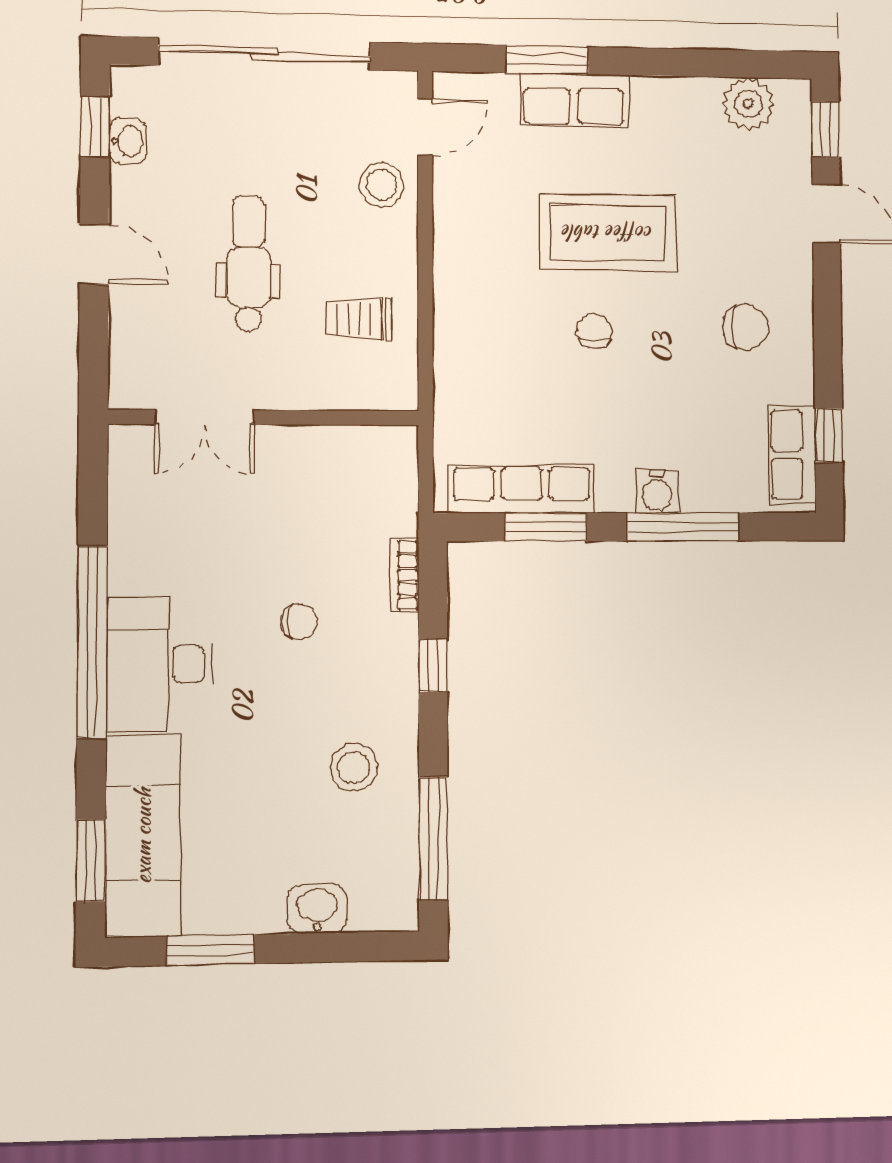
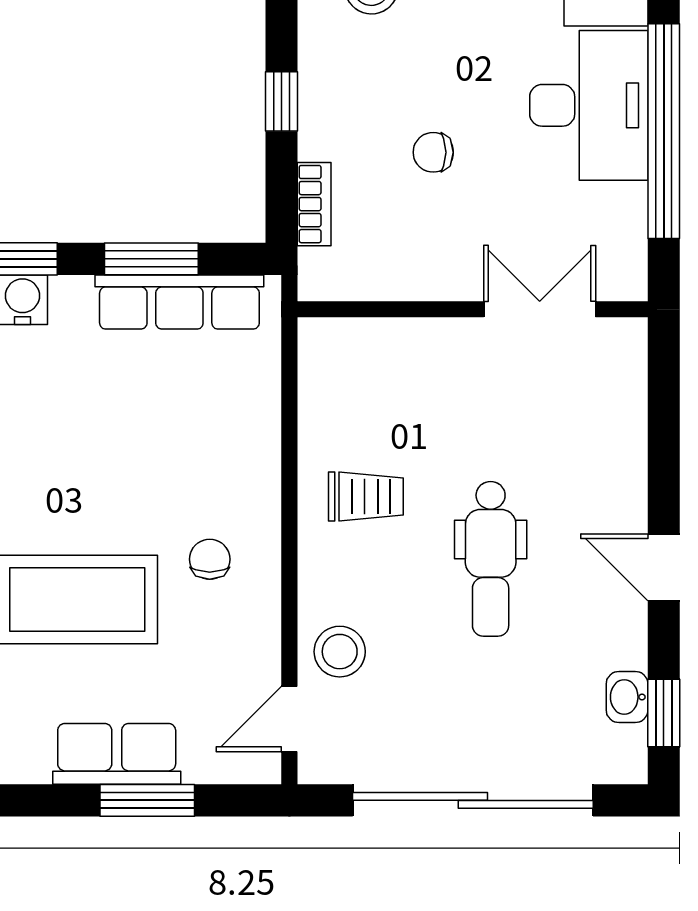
chair: (594, 331) -> (210, 559), moved, turned 180
double door: (205, 417) -> (540, 309), moved
wall: (264, 417) -> (473, 309), moved

